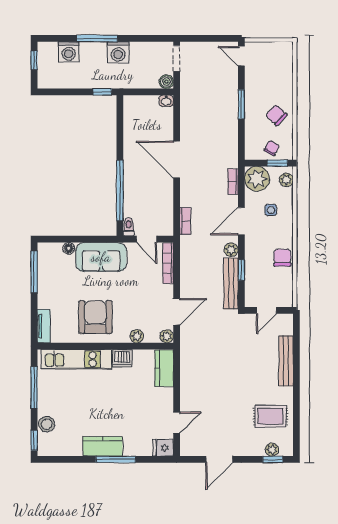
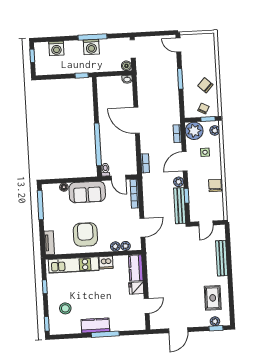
window: (97, 38) -> (92, 37), moved
plant: (167, 336) -> (126, 246), moved
window: (34, 388) -> (45, 287), width x0.46
rug: (270, 416) -> (213, 298), turned 90
stool: (47, 424) -> (65, 308), moved
fridge: (163, 448) -> (136, 288), moved

